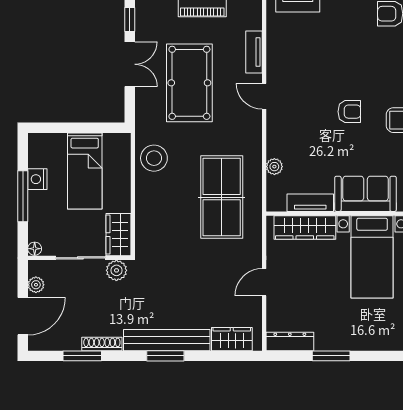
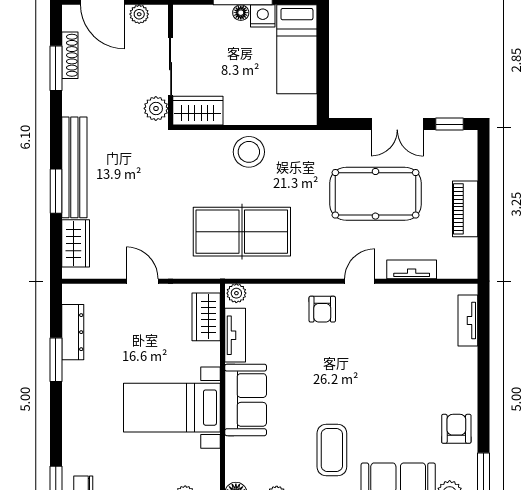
armchair: (349, 112) -> (322, 309), moved
stool: (154, 158) -> (249, 152), moved
plant: (274, 167) -> (236, 293), moved
bed: (85, 171) -> (297, 49), moved, turned -90
wardrobe: (305, 227) -> (206, 317), width x0.67
floor lamp: (35, 249) -> (241, 13), moved
dresser: (290, 342) -> (73, 332), moved
shoe rack: (102, 344) -> (70, 55), moved
window: (165, 356) -> (56, 191), moved

